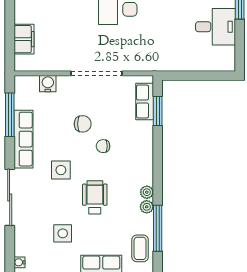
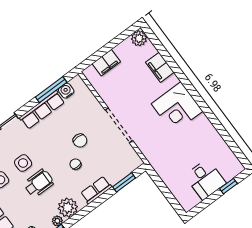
water cooler: (48, 84) -> (66, 91), moved, turned -90
row of seats: (145, 101) -> (96, 190), moved
side table: (61, 170) -> (23, 163), moved
plant: (147, 192) -> (68, 208), width x1.88, depth x1.88

